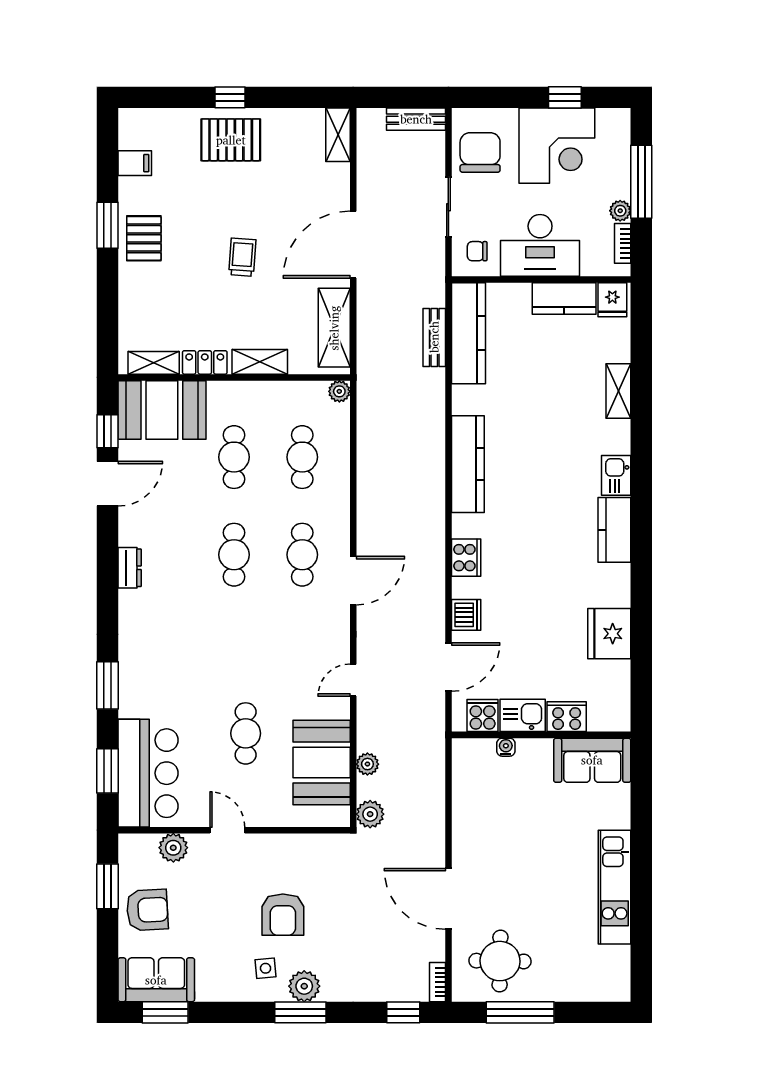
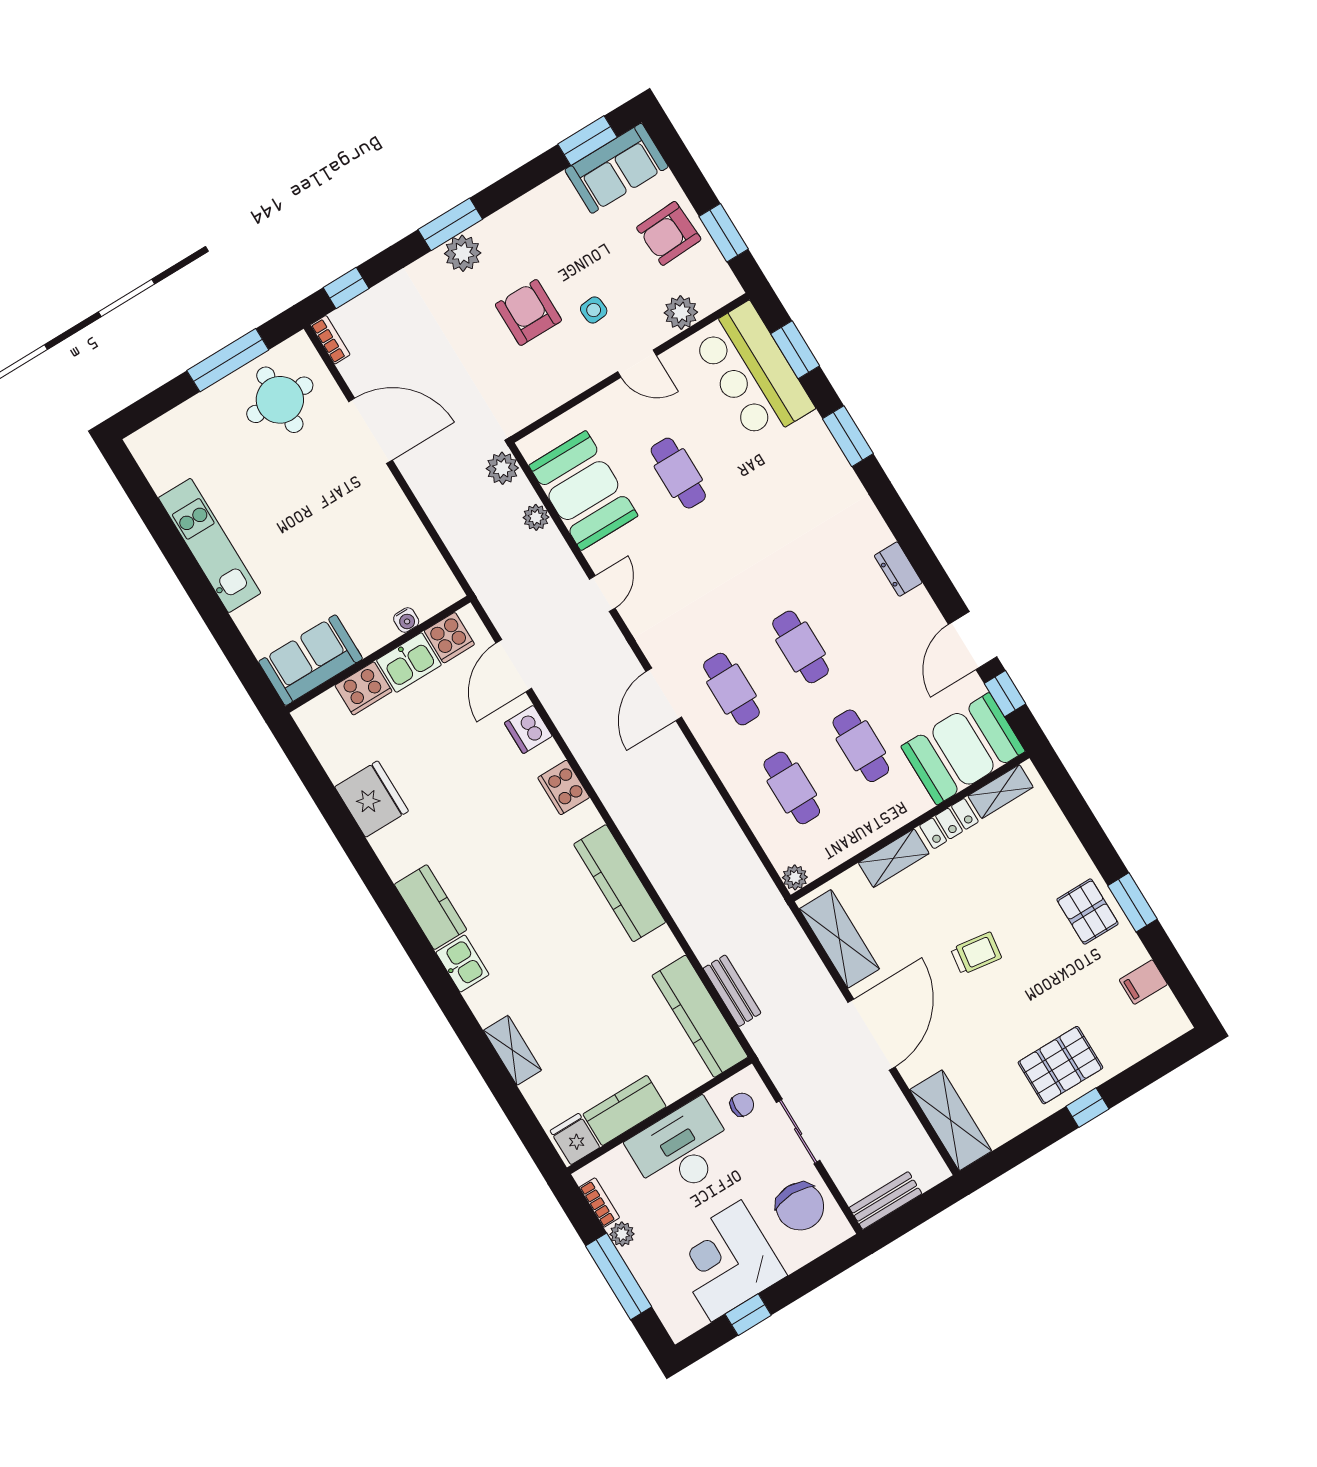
shelving: (338, 135) -> (951, 1120), width x1.50, depth x1.33
trolley: (242, 257) -> (976, 953), turned -86
side table: (266, 968) -> (594, 310), moved

